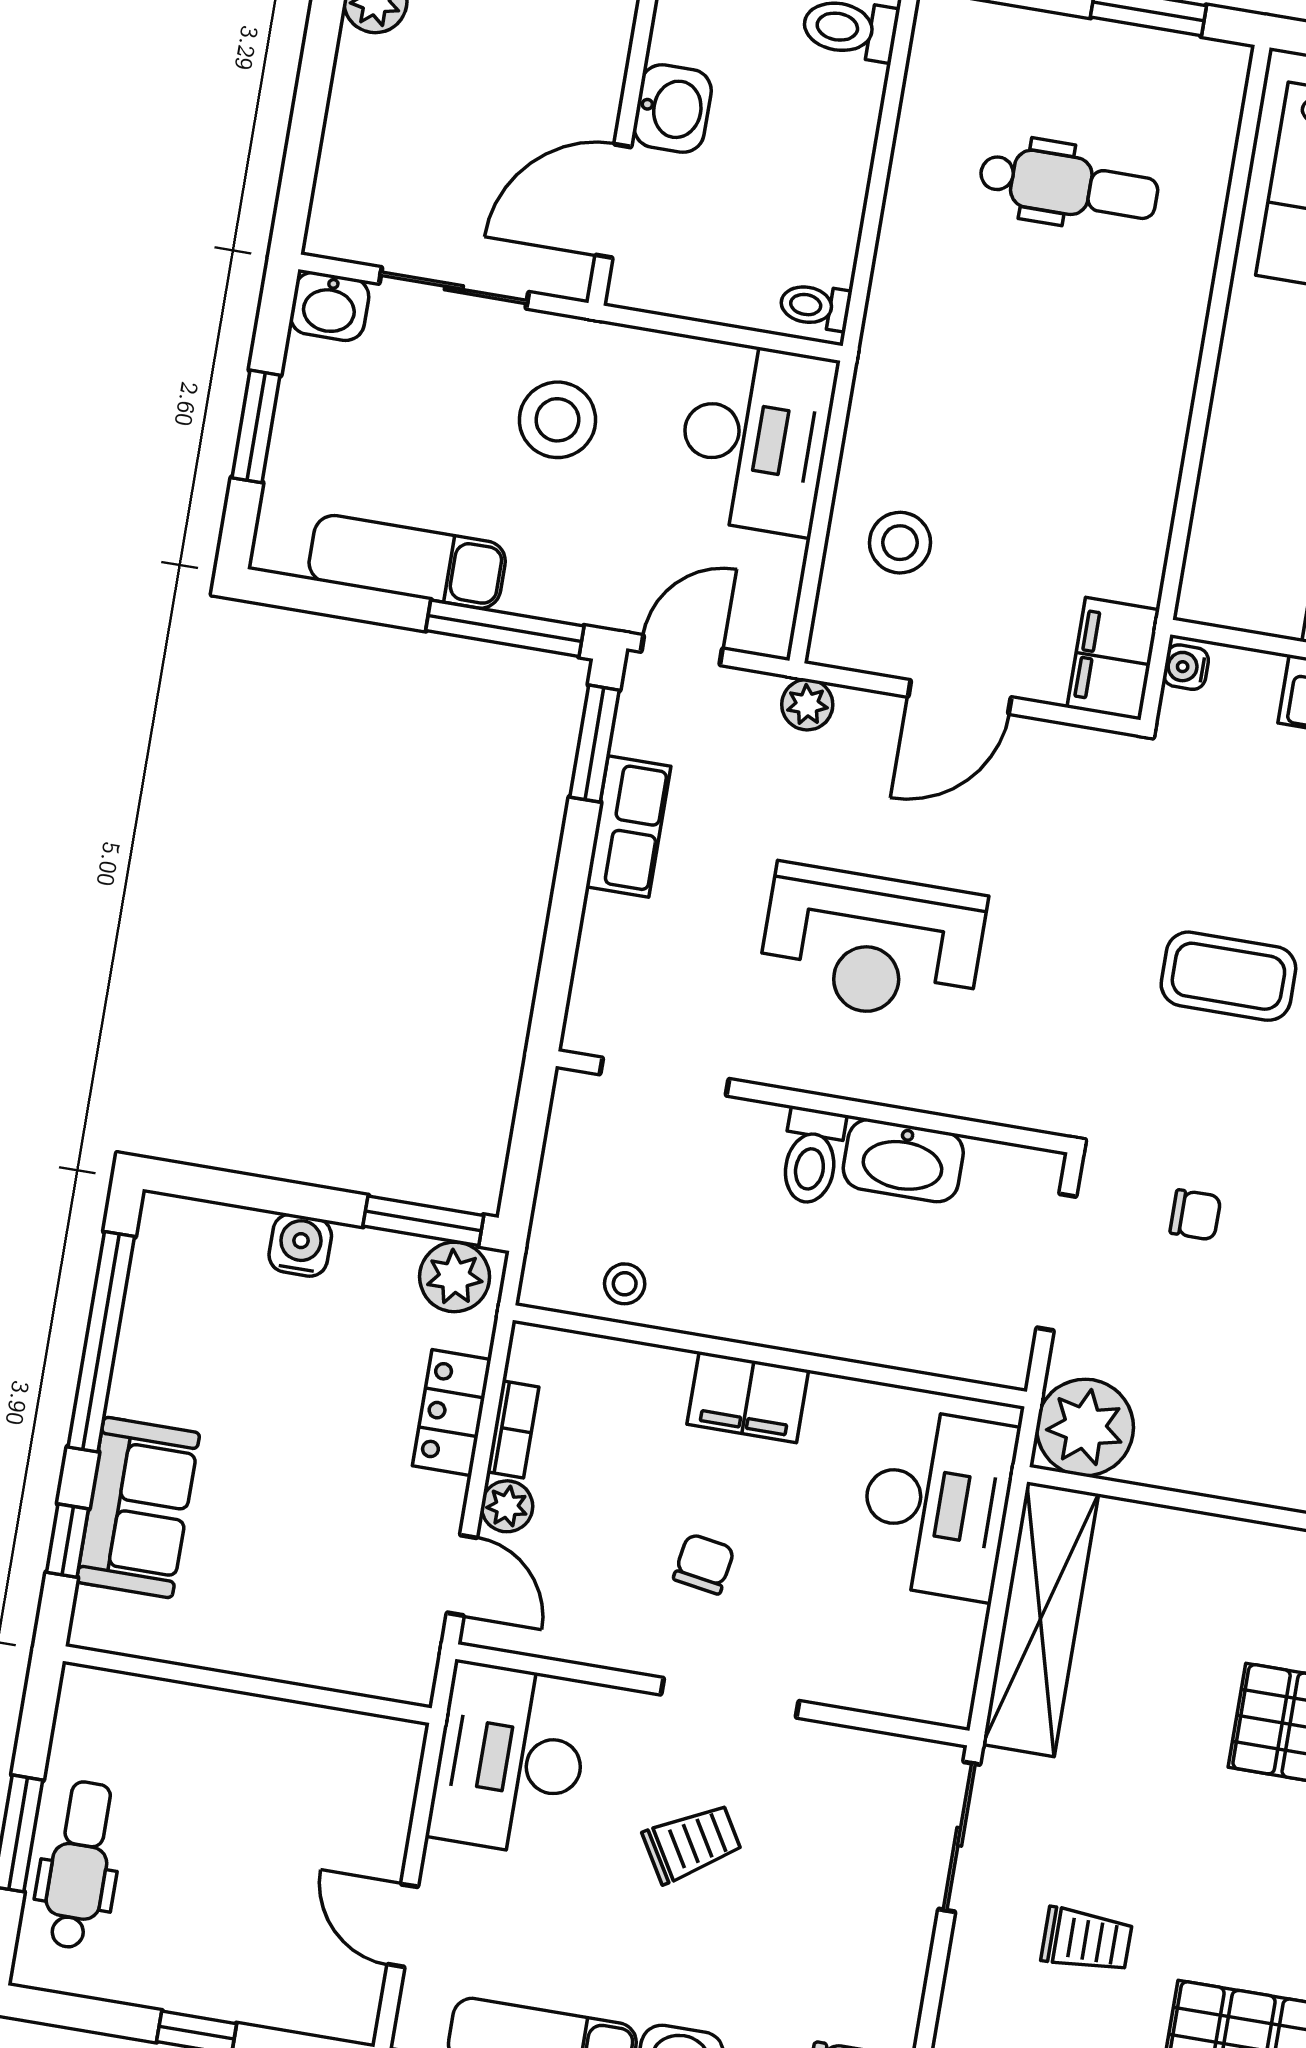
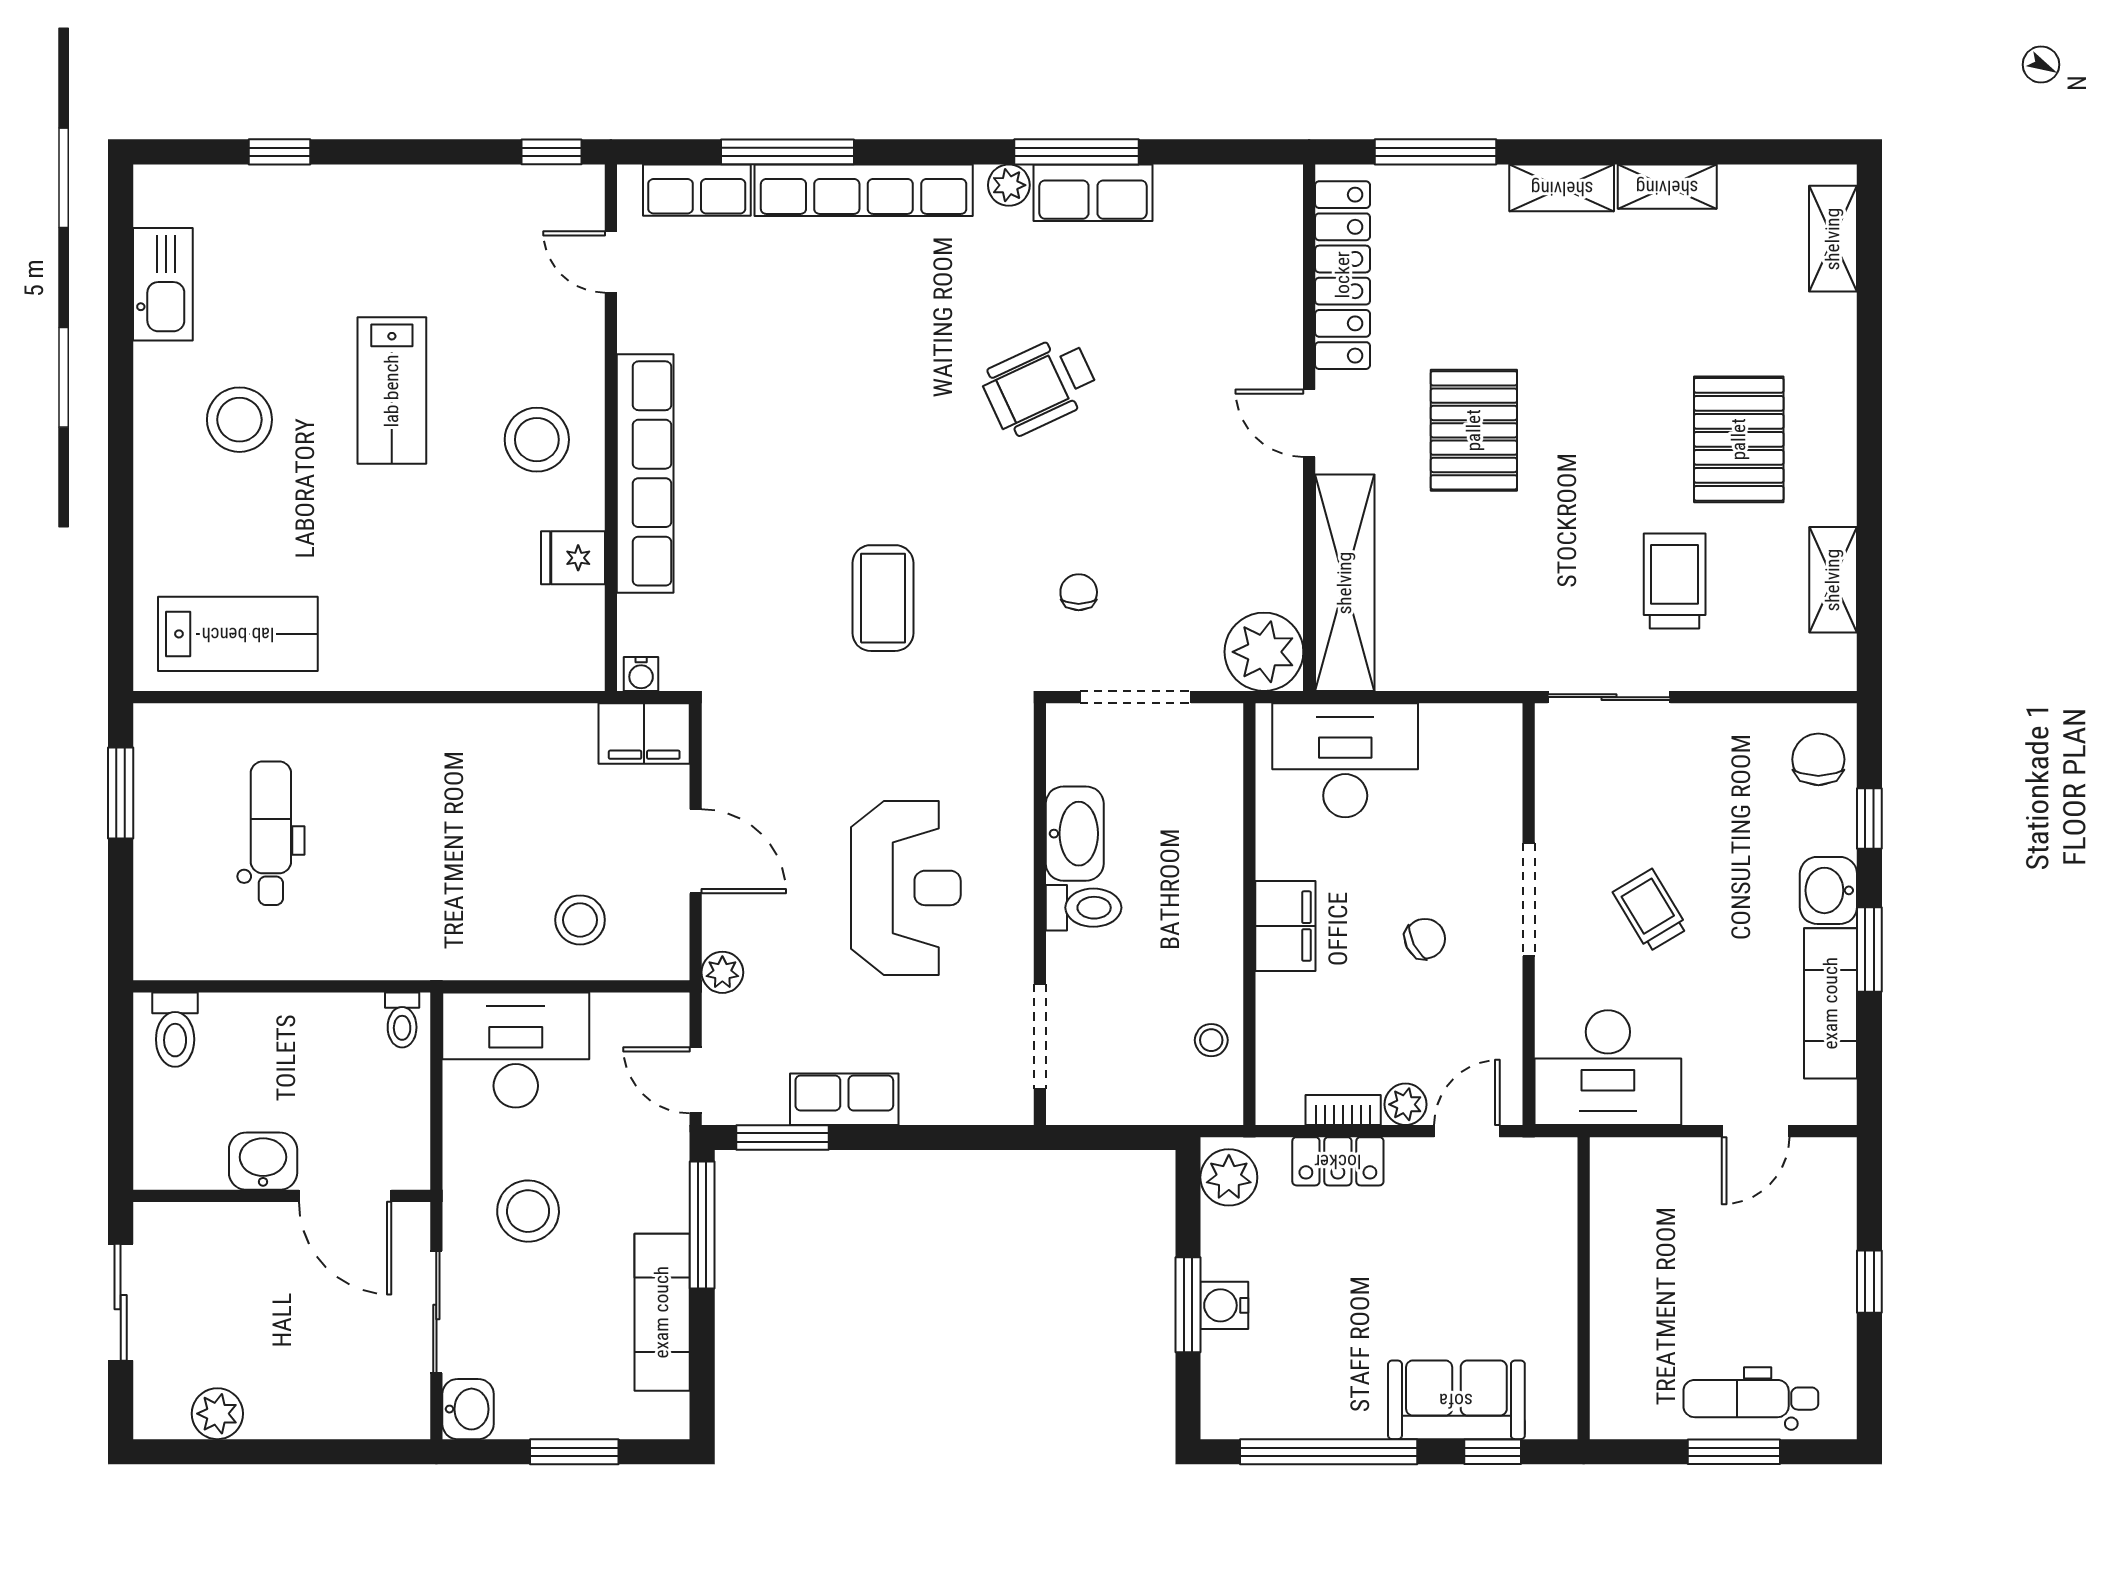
window: (423, 1221) -> (1188, 1305), moved
chair: (704, 1564) -> (1425, 939), turned 144
shelving: (1040, 1619) -> (1345, 583), moved, turned 90
trolley: (1087, 1940) -> (1675, 581), width x1.36, depth x1.39

